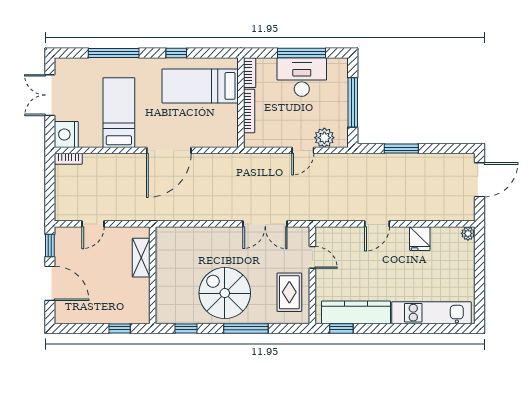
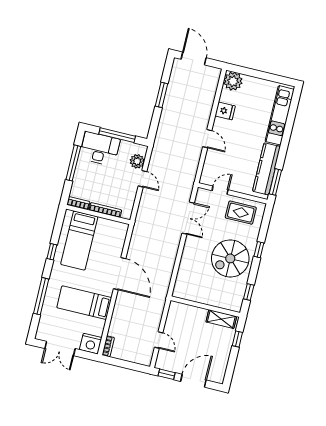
desk: (302, 77) -> (100, 149), moved, turned 90
window: (401, 149) -> (161, 95), moved
plant: (468, 233) -> (233, 81), width x1.88, depth x1.88
shelving: (141, 258) -> (221, 319), moved
window: (246, 328) -> (259, 250), width x0.46
window: (341, 328) -> (275, 182), width x1.50

